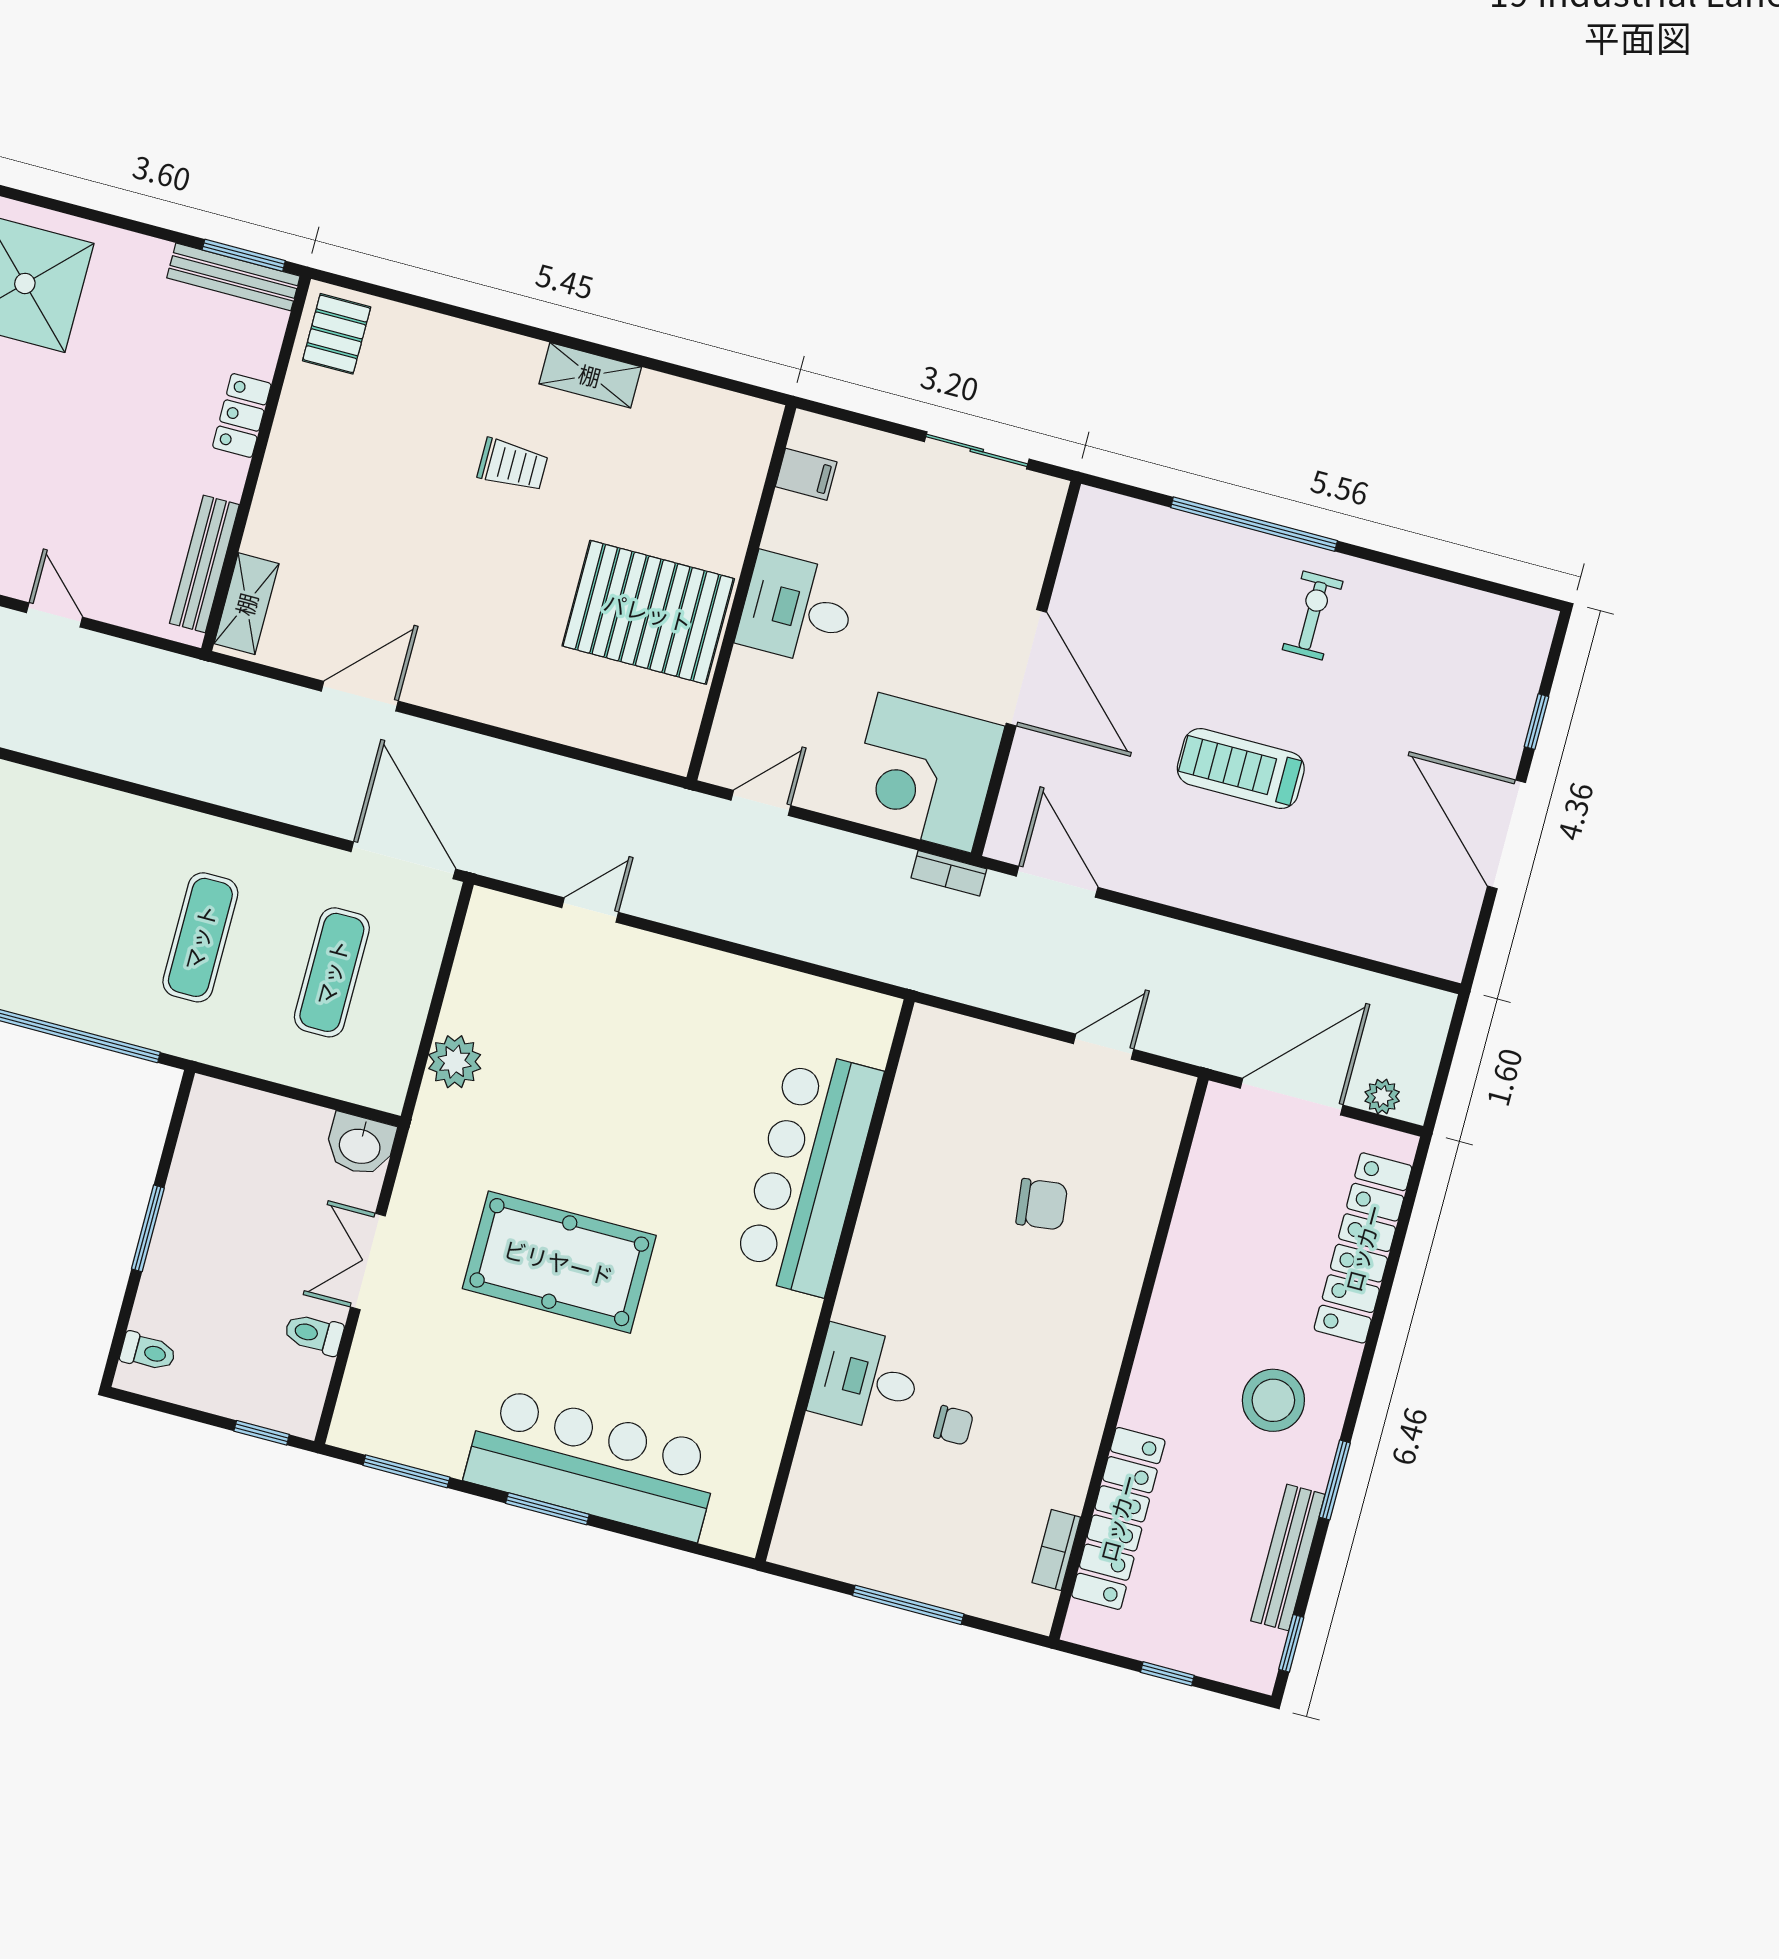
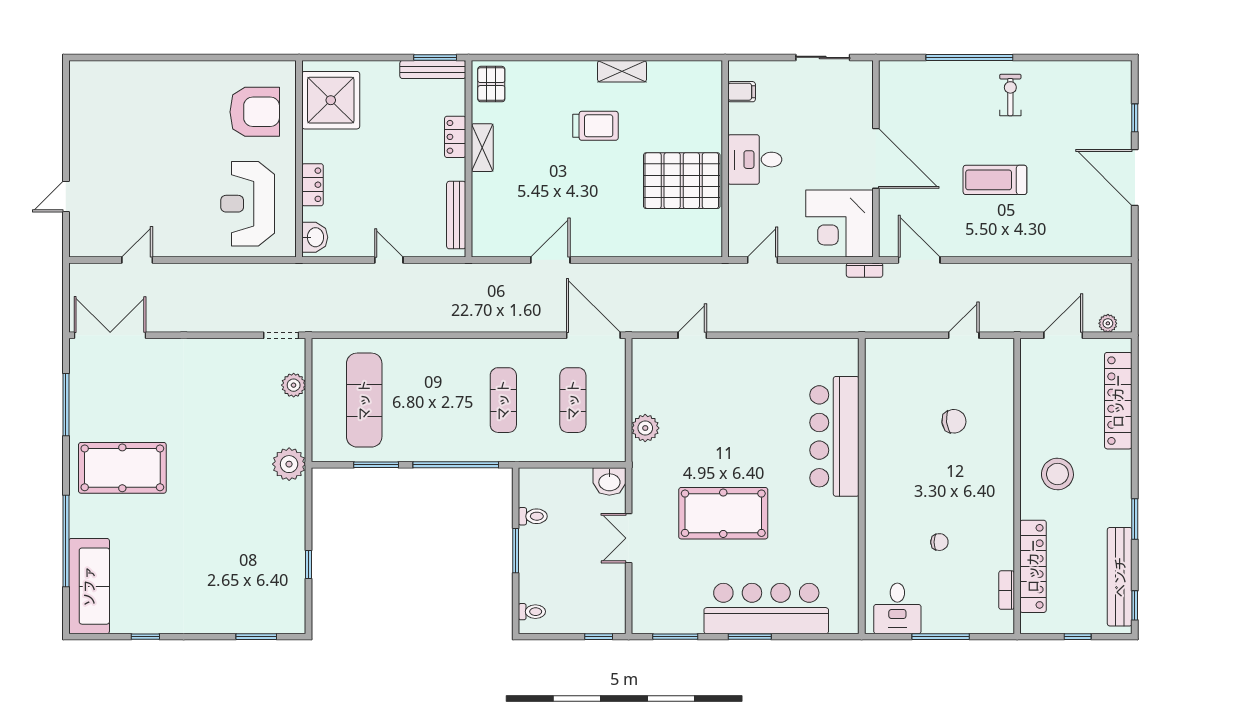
trolley: (513, 465) -> (596, 126), width x1.36, depth x1.39
shelving: (246, 604) -> (482, 148), moved
door: (1292, 1097) -> (1063, 335), width x0.73
toilet: (314, 1334) -> (533, 516), moved, turned 180
desk: (866, 1379) -> (897, 608), moved, turned -90
stool: (1273, 1400) -> (1057, 474), moved
bench: (1288, 1558) -> (1120, 577), width x1.37, depth x1.21

